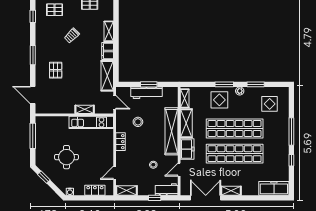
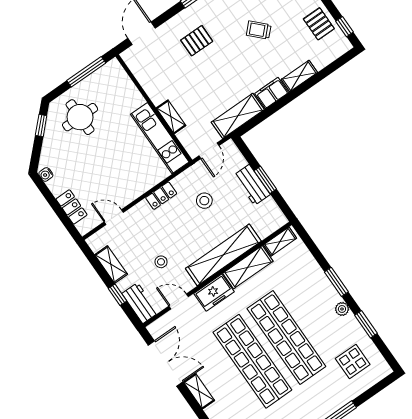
workbench: (147, 93) -> (252, 185), width x0.73
display table: (219, 100) -> (311, 290), removed
round table: (66, 157) -> (80, 117), moved
shelving: (127, 190) -> (111, 264), moved

